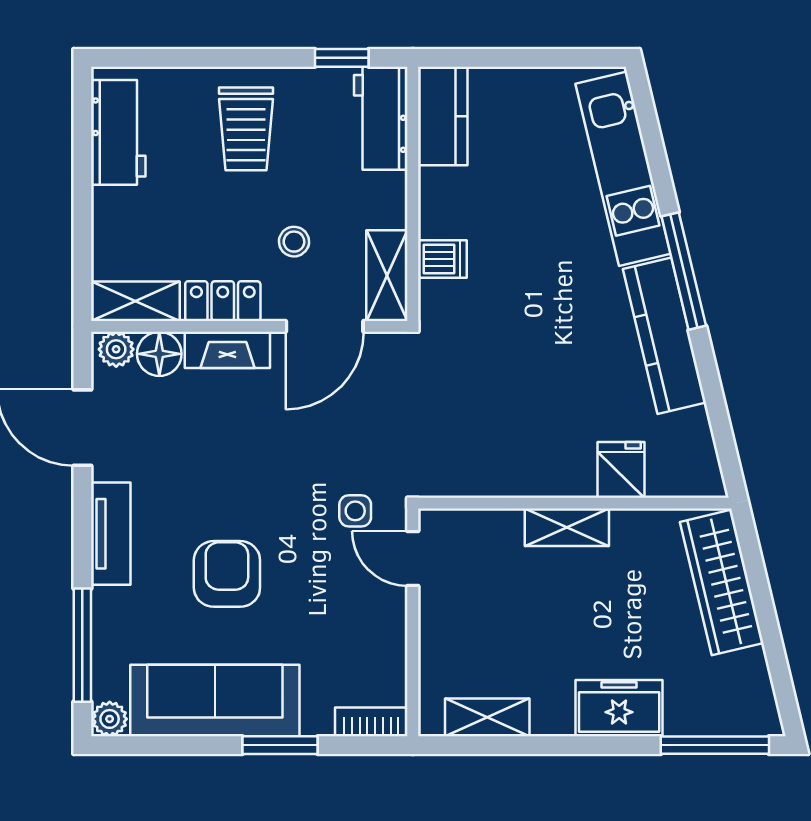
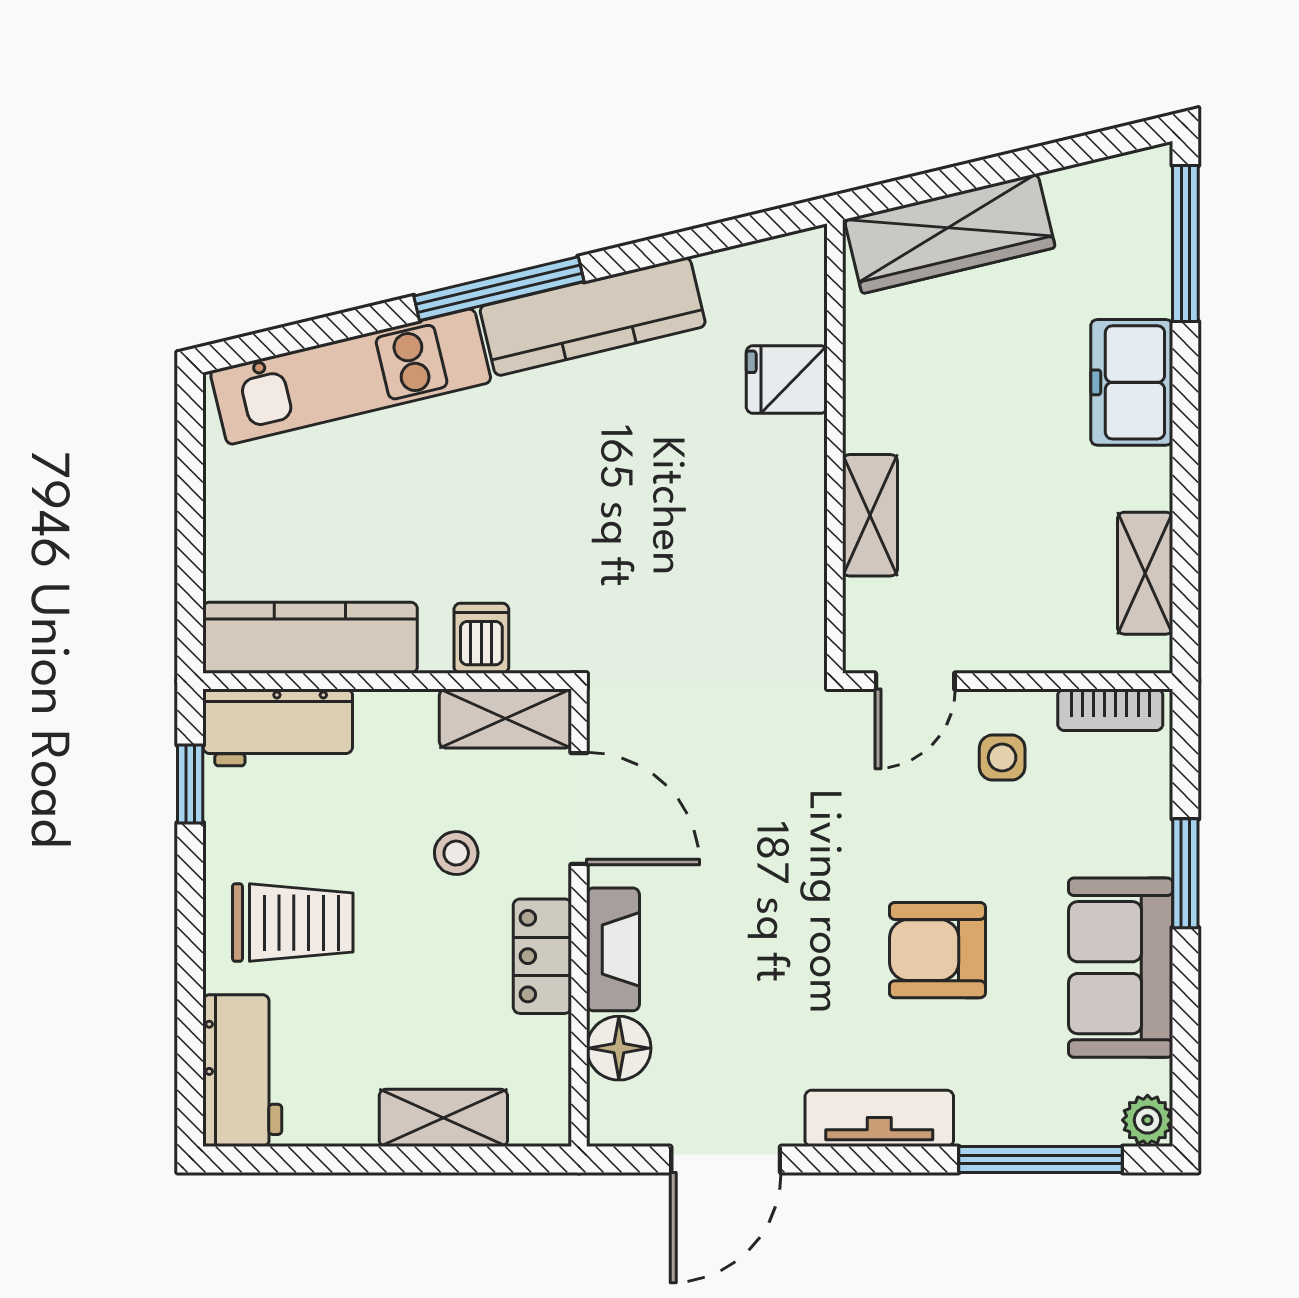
kitchen counter: (443, 116) -> (310, 638), width x1.50
workbench: (118, 132) -> (242, 1071), moved, turned 90
shelving: (135, 301) -> (443, 1118), moved, turned 90
plant: (116, 349) -> (612, 1111), removed
side table: (355, 511) -> (1002, 758), moved
shelving: (567, 527) -> (870, 515), moved
sofa: (215, 700) -> (1121, 968), width x0.73
bookcase: (371, 722) -> (1110, 710), moved, turned -90

